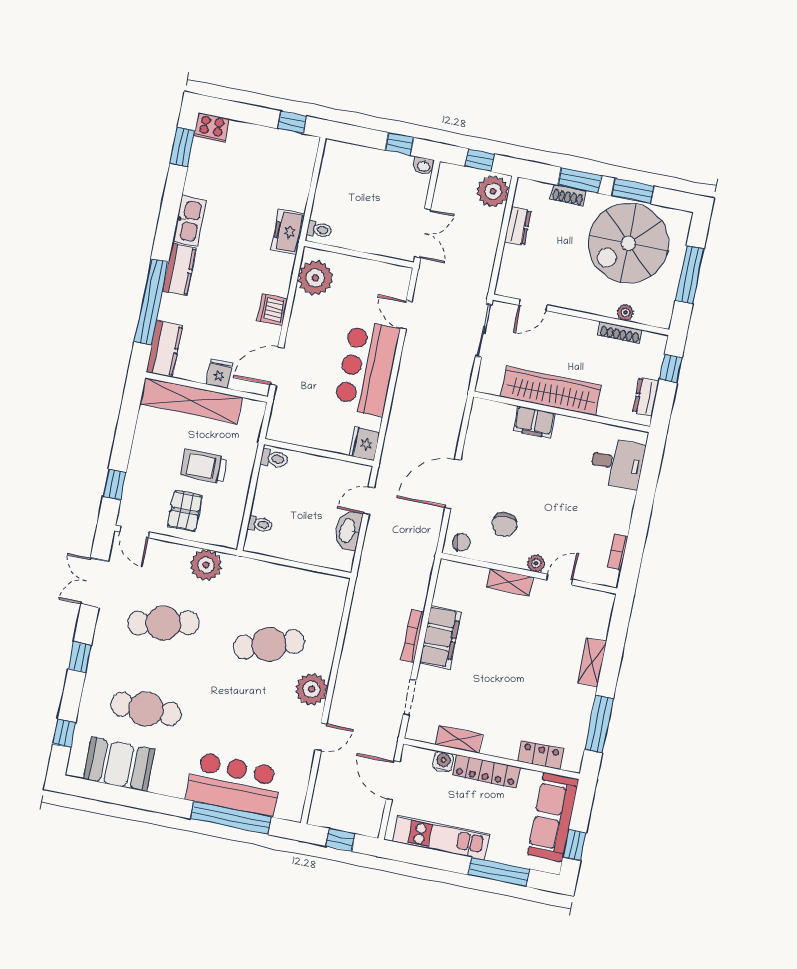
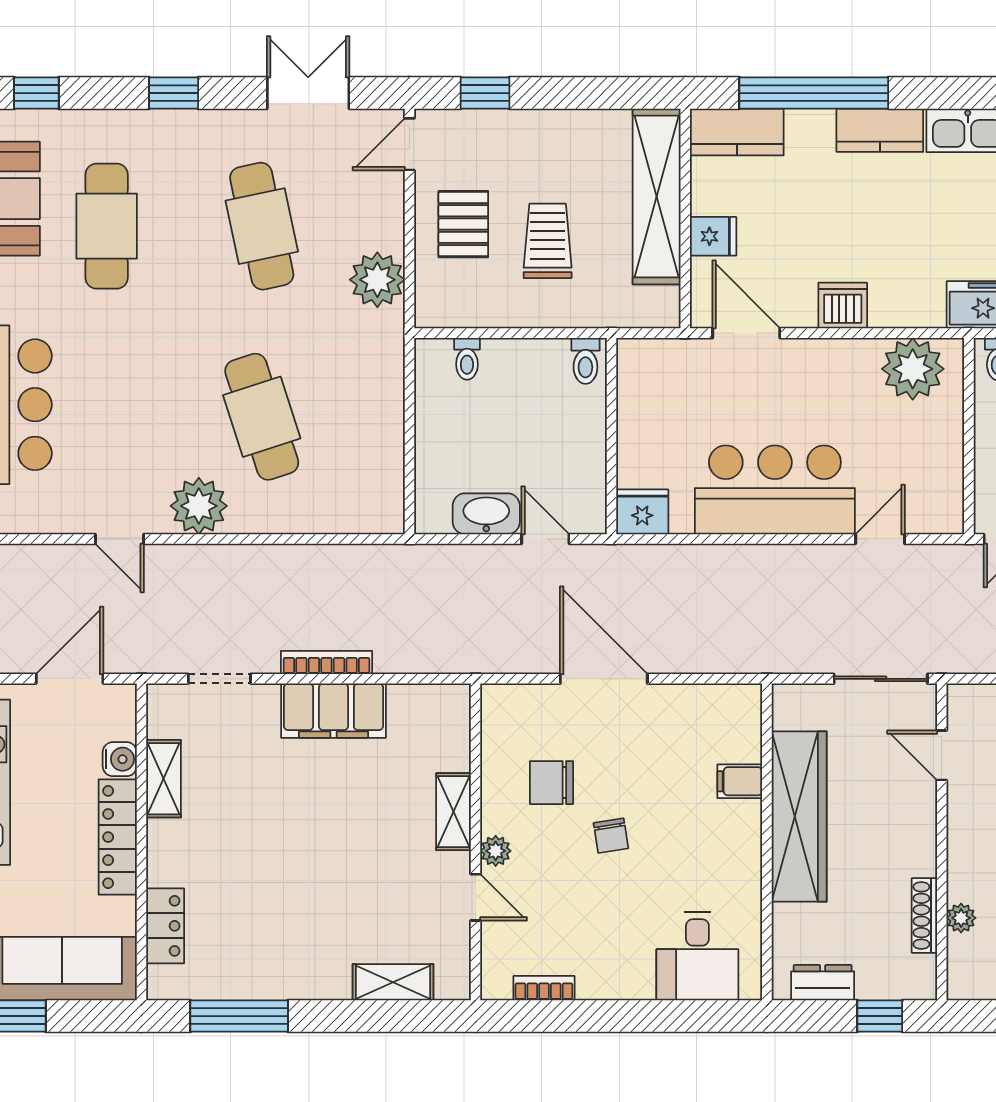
filing cabinet: (534, 422) -> (740, 781), width x0.50
pallet: (185, 511) -> (463, 224), turned 90
chair: (461, 542) -> (611, 836), moved
shelving: (592, 662) -> (393, 982), moved

